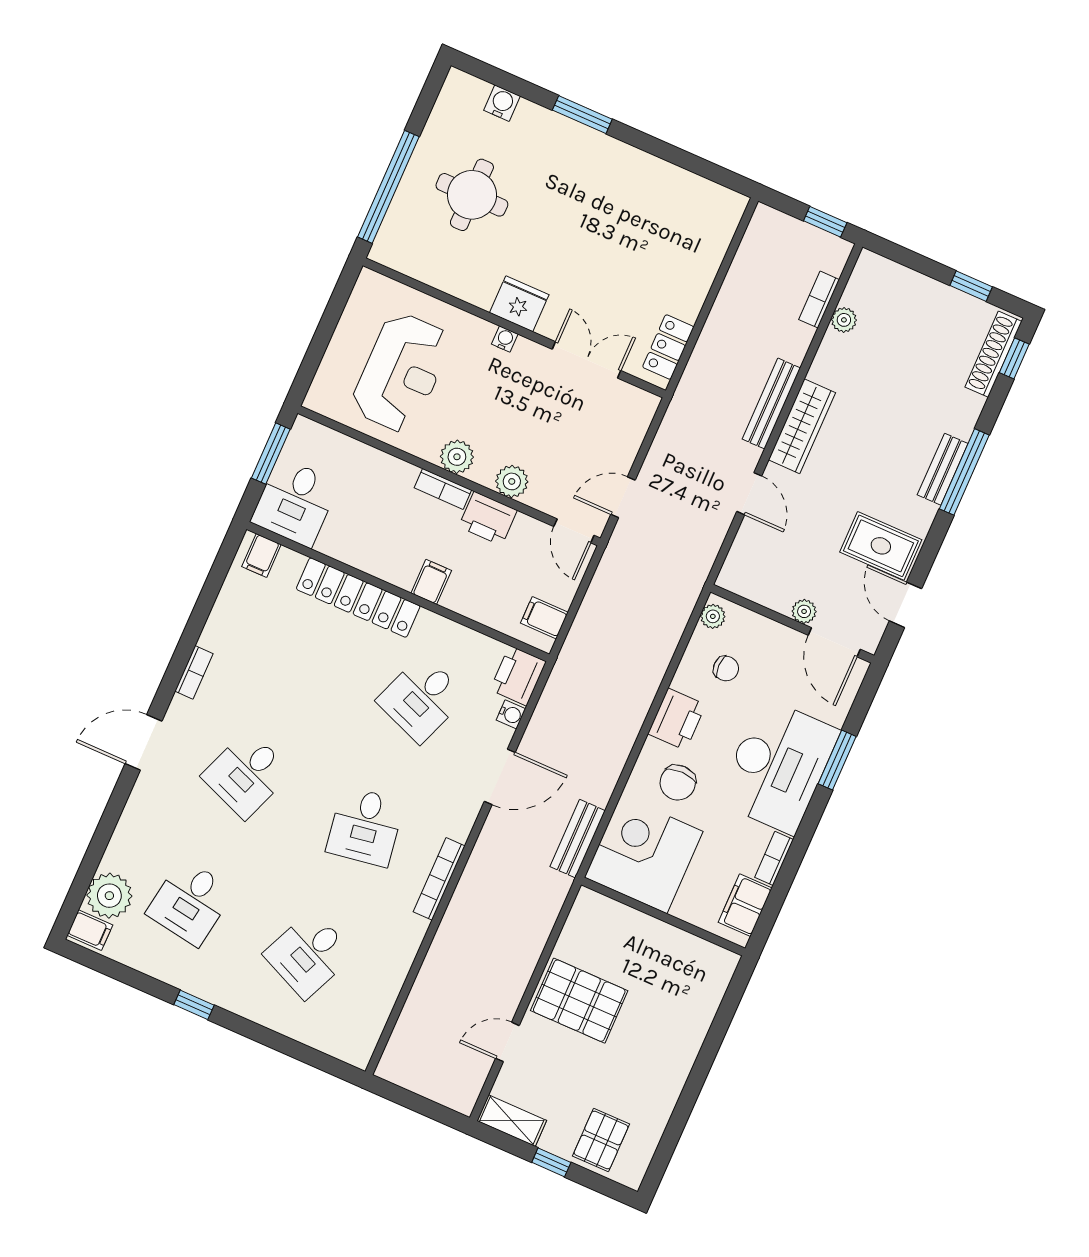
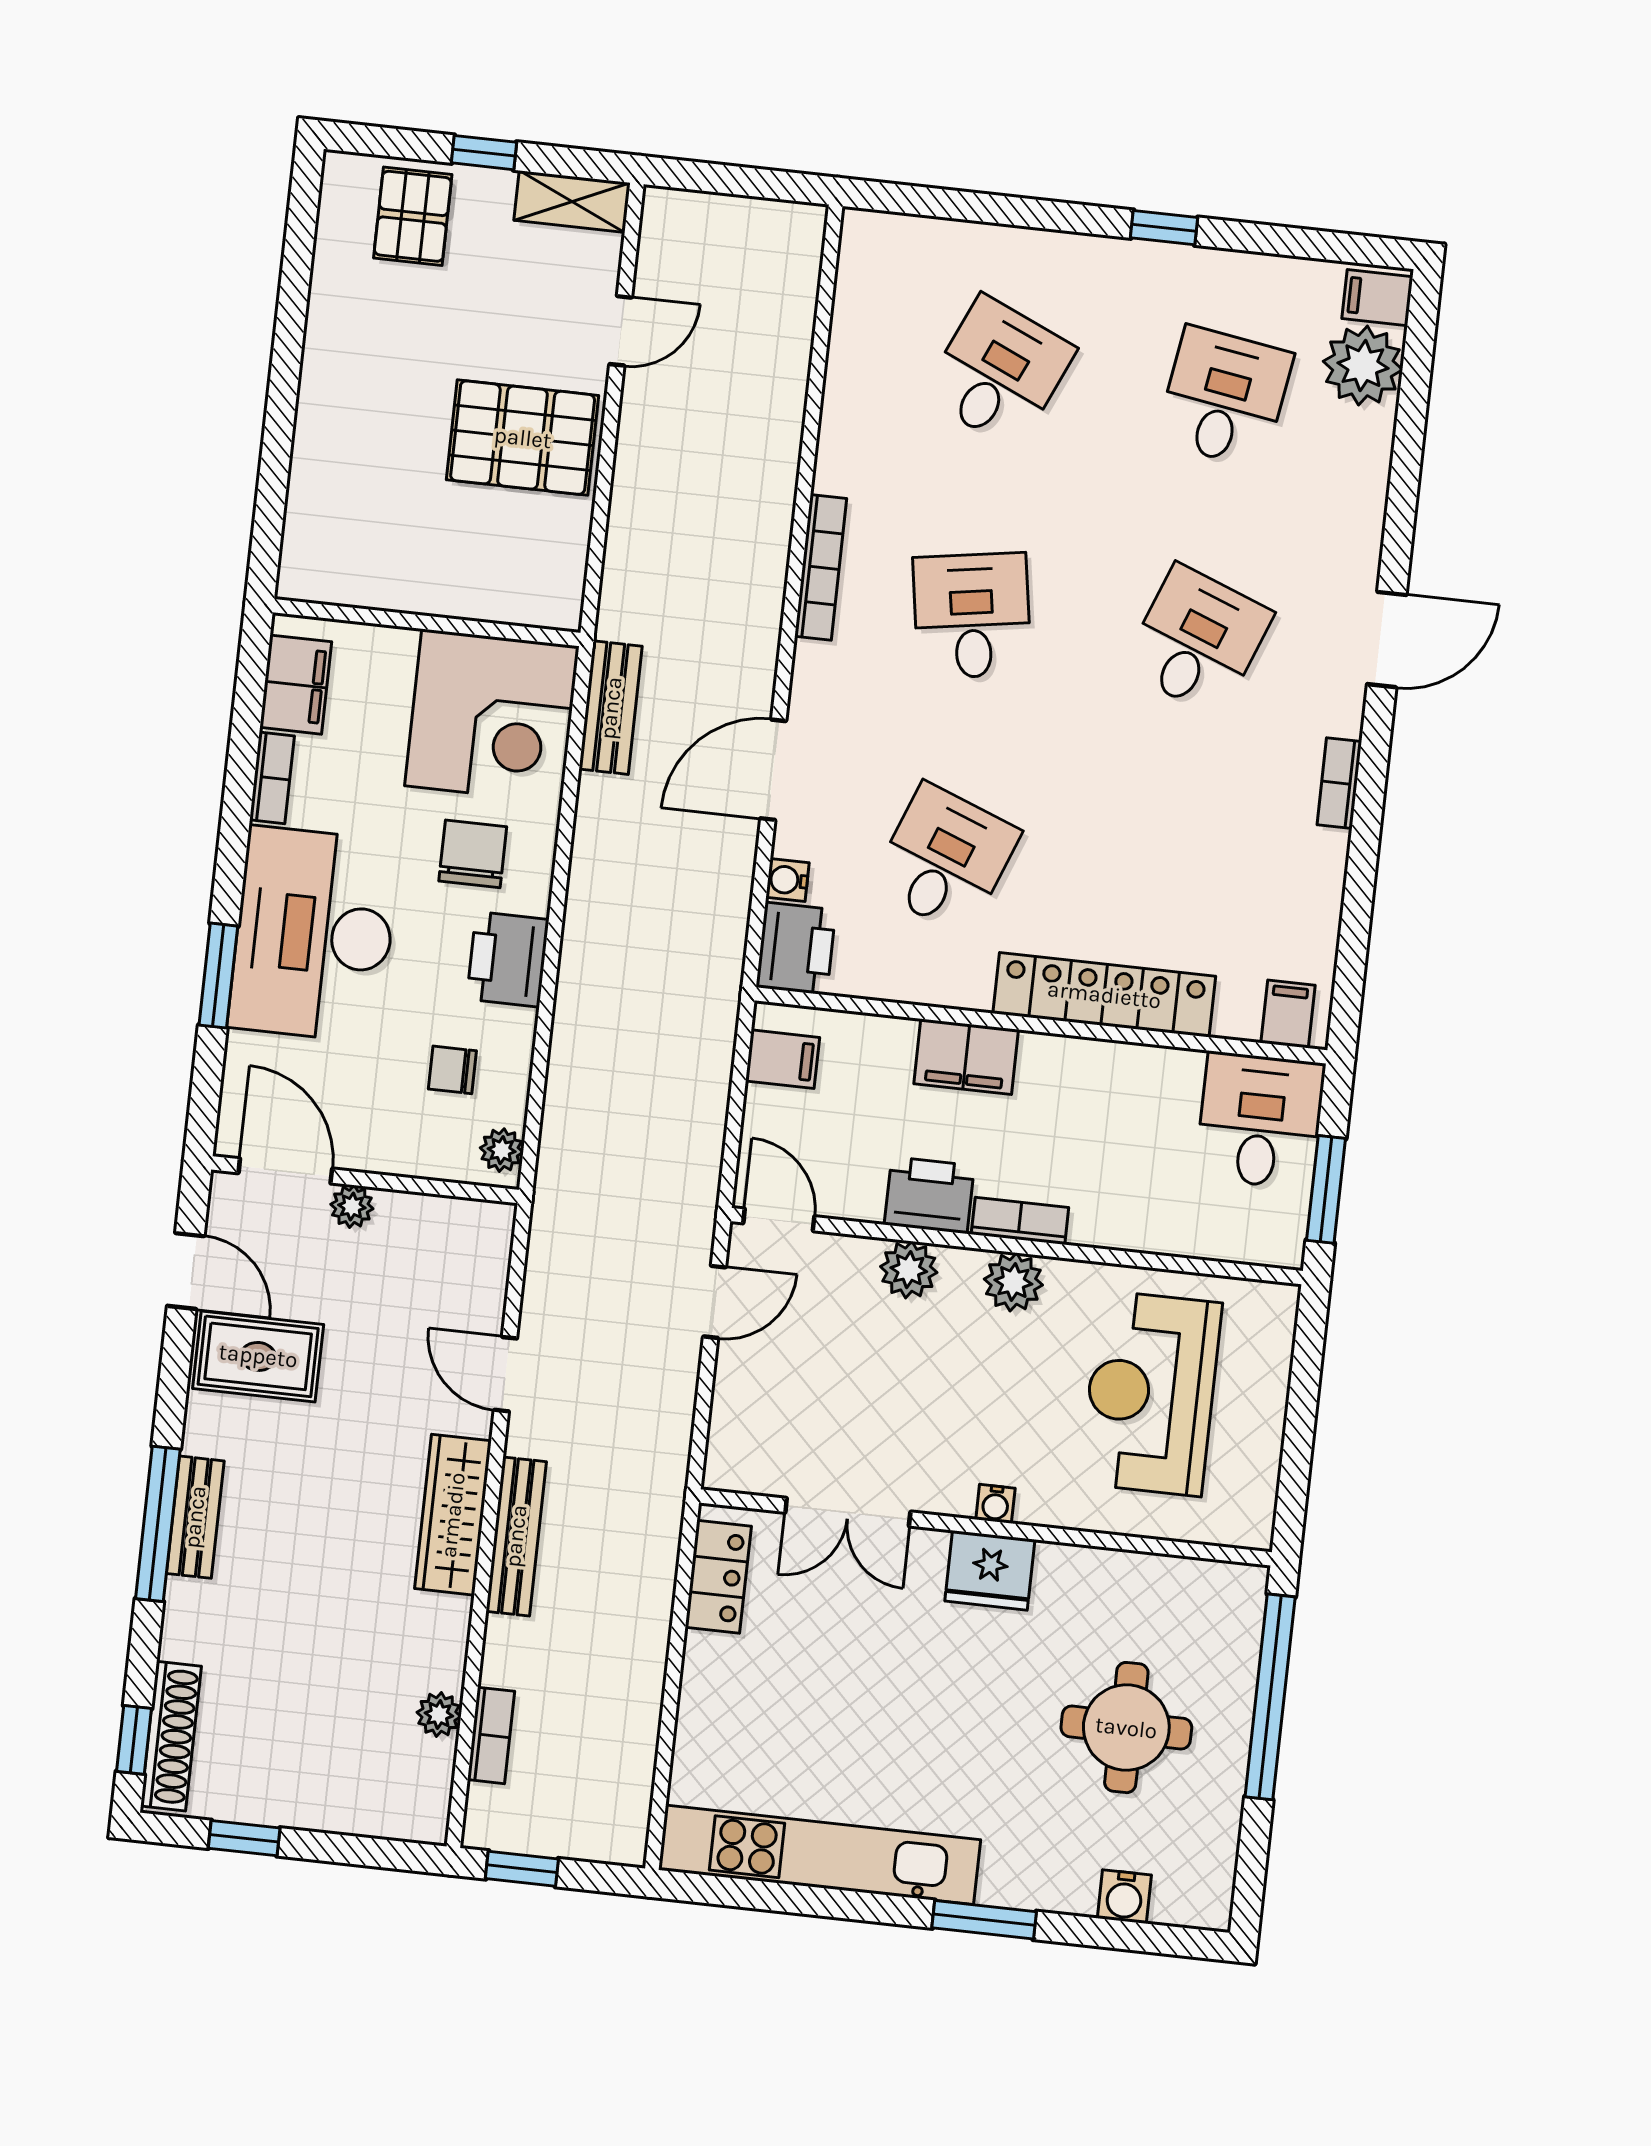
kitchen unit: (661, 178) -> (820, 1855), added
filing cabinet: (431, 582) -> (966, 1057), width x2.00

